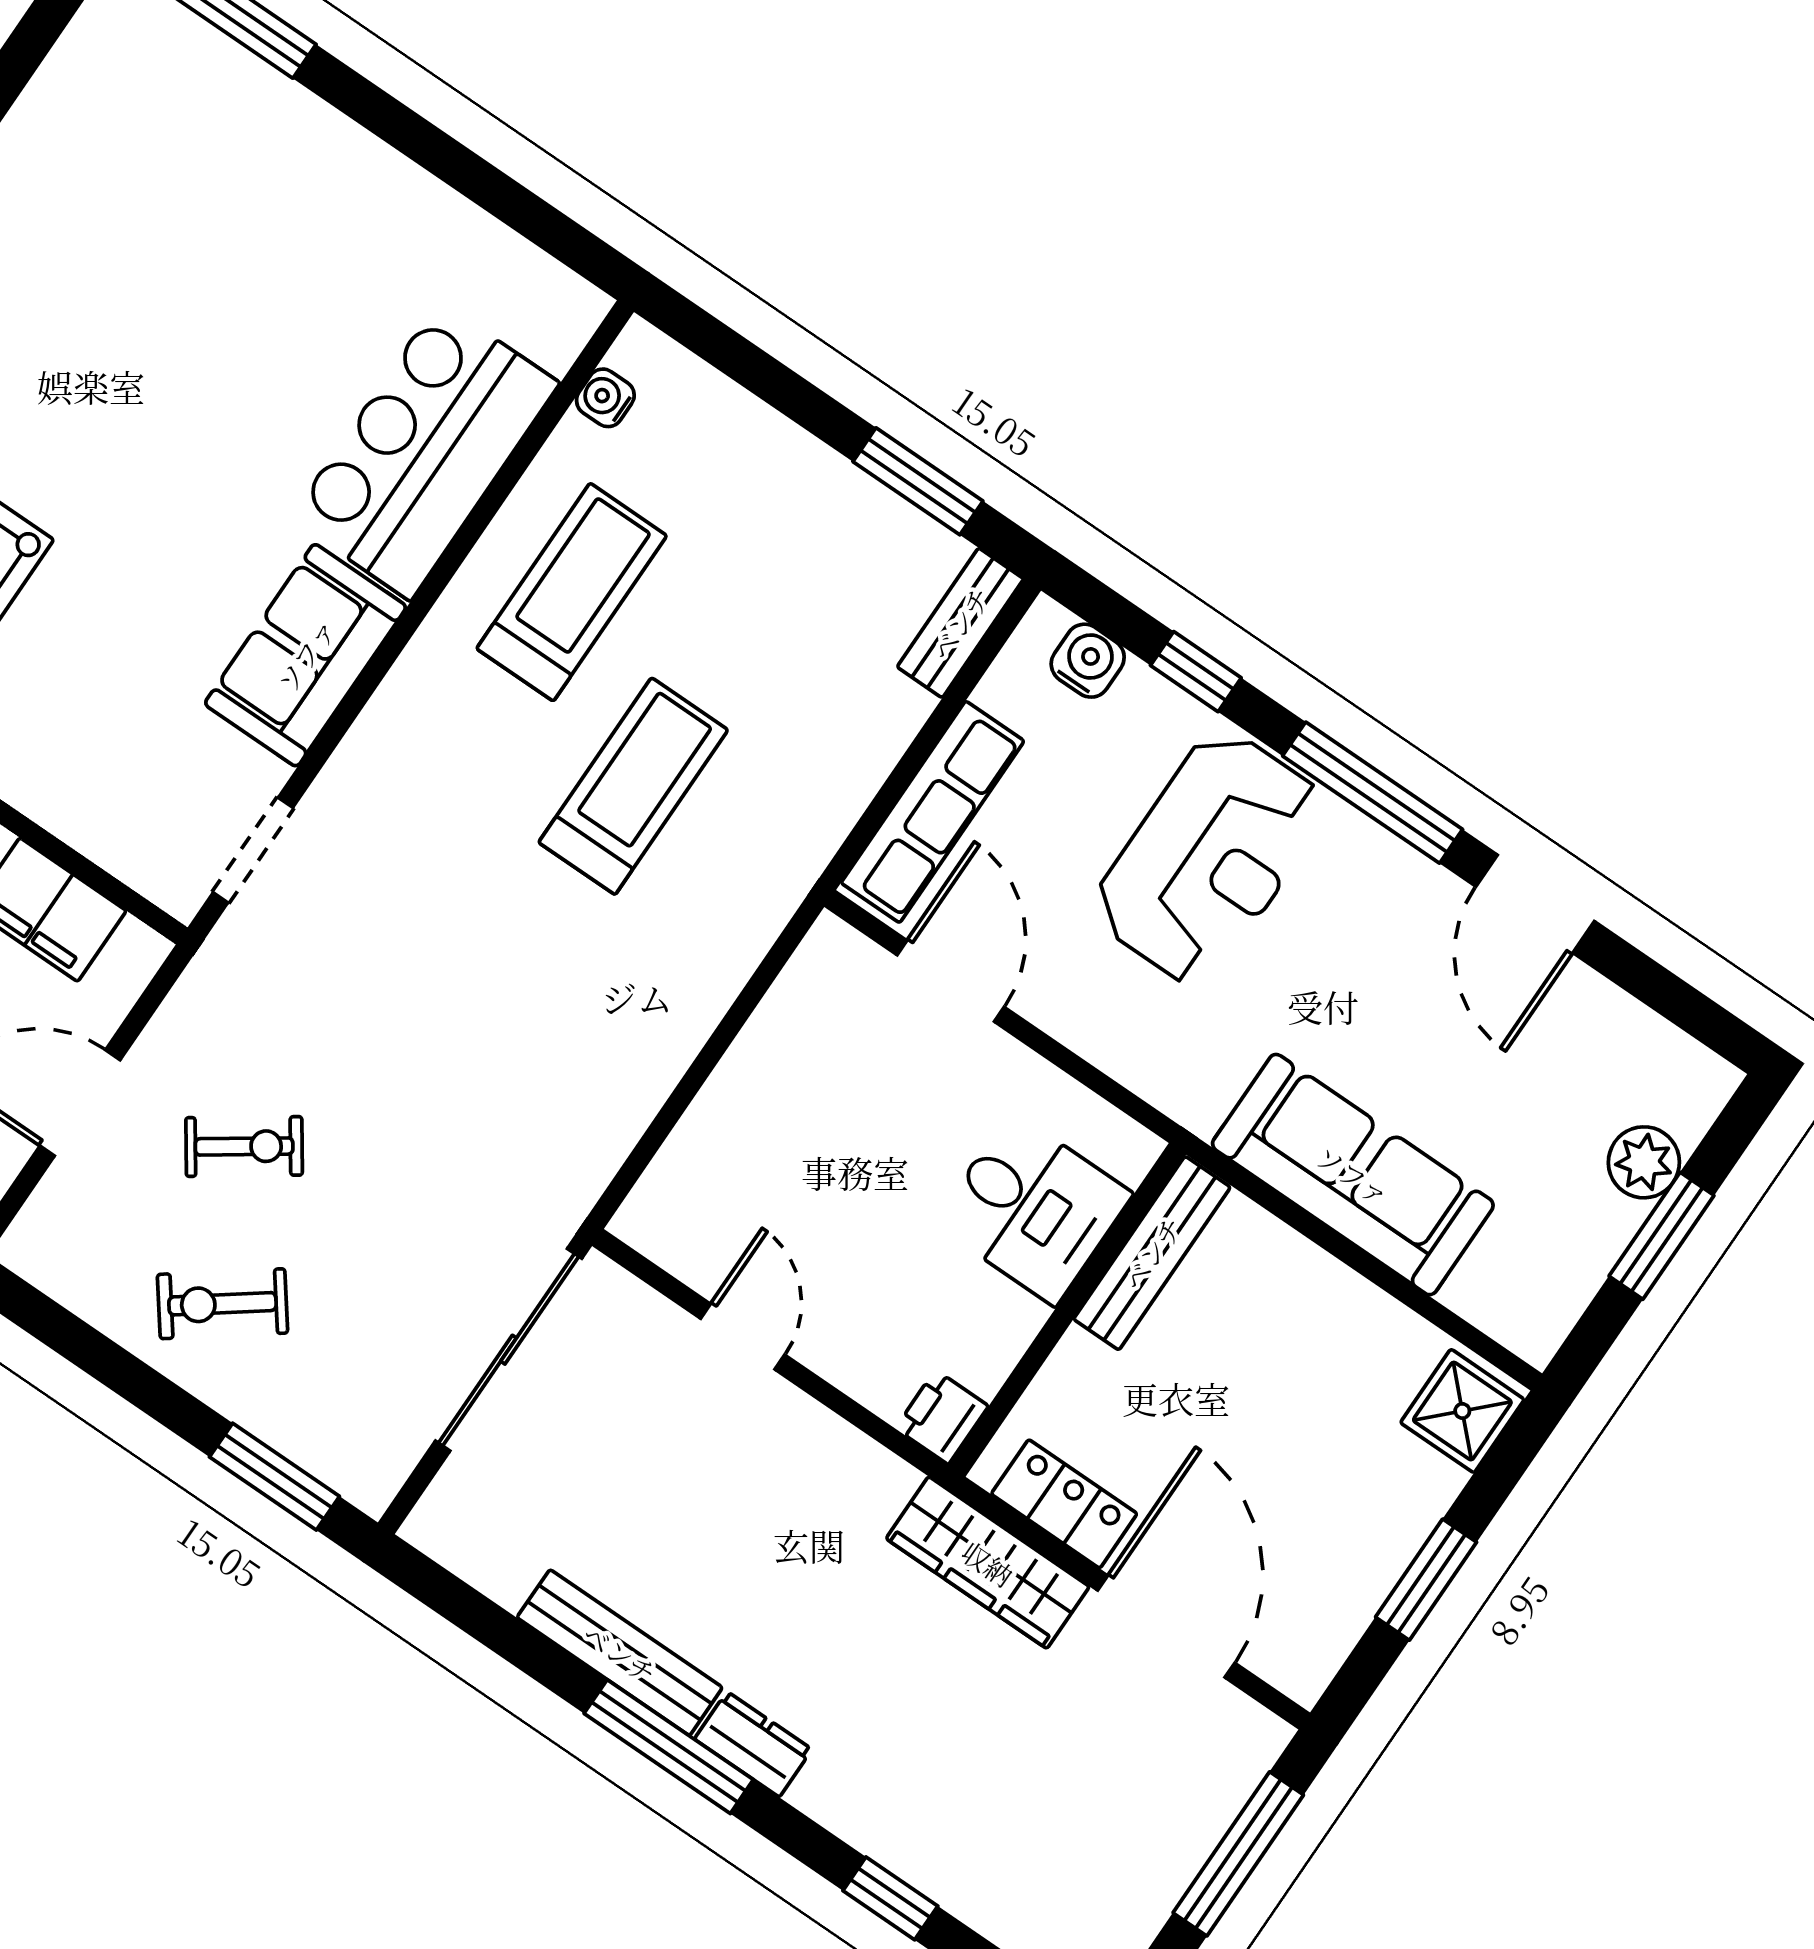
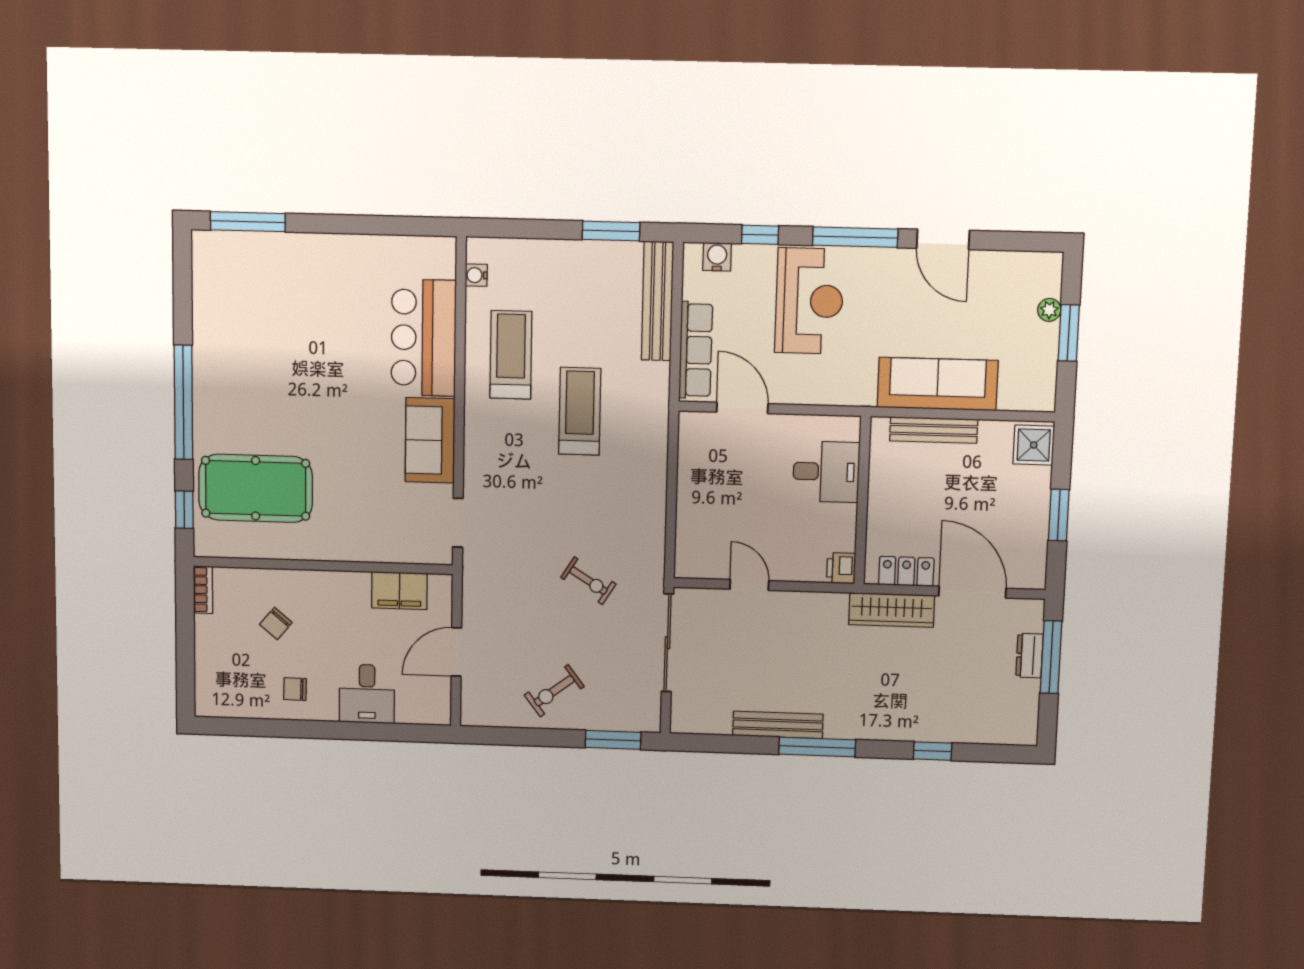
bench: (960, 623) -> (657, 301), width x1.86, depth x1.21
exercise bike: (244, 1146) -> (588, 581), moved, turned 67
plant: (1644, 1162) -> (1049, 310), width x0.73, depth x0.73
bench: (1152, 1253) -> (934, 430), moved, turned 90
dresser: (753, 1744) -> (1029, 656), moved, turned -90

